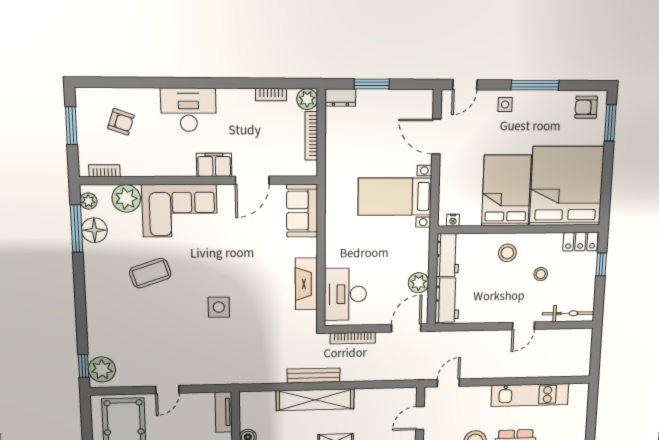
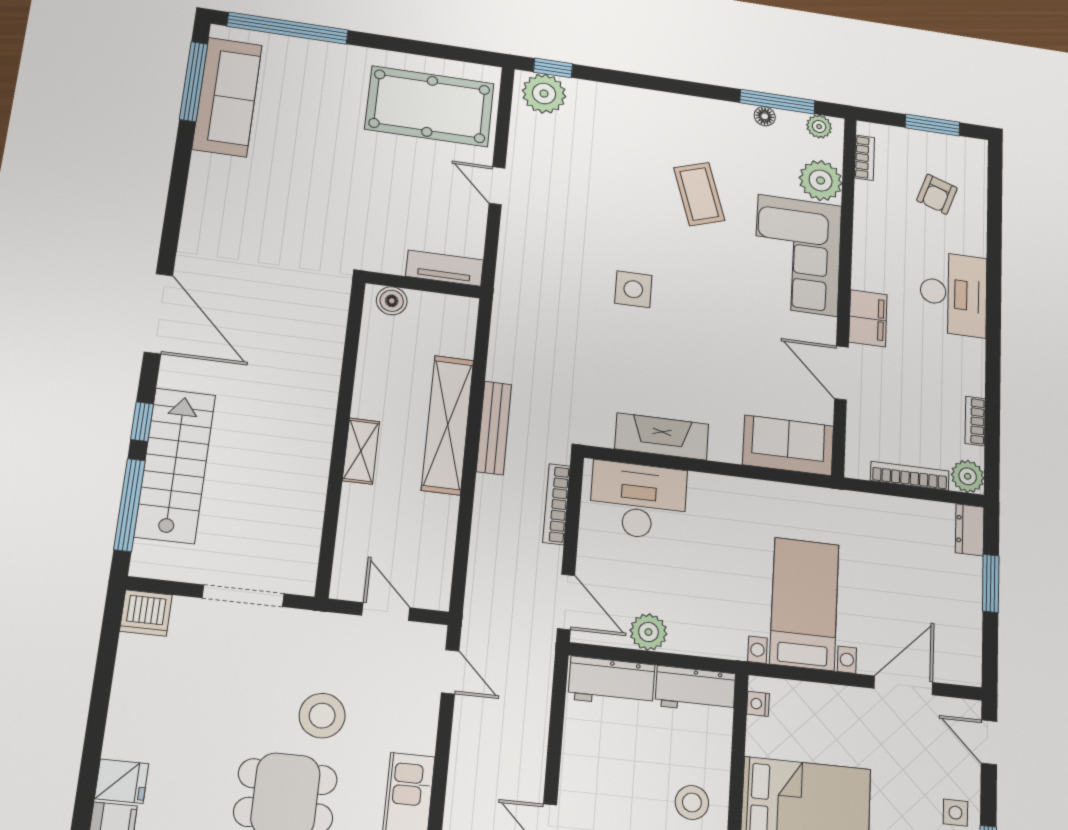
floor lamp: (94, 230) -> (765, 116), width x0.53, depth x0.53

